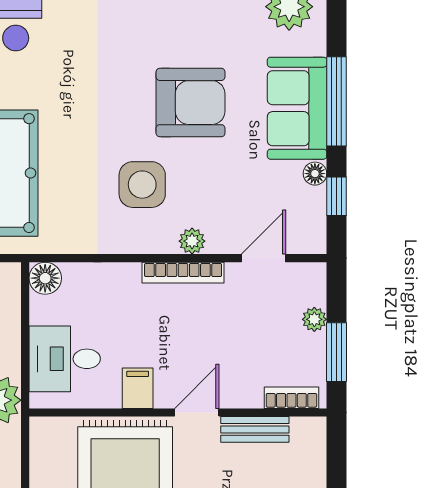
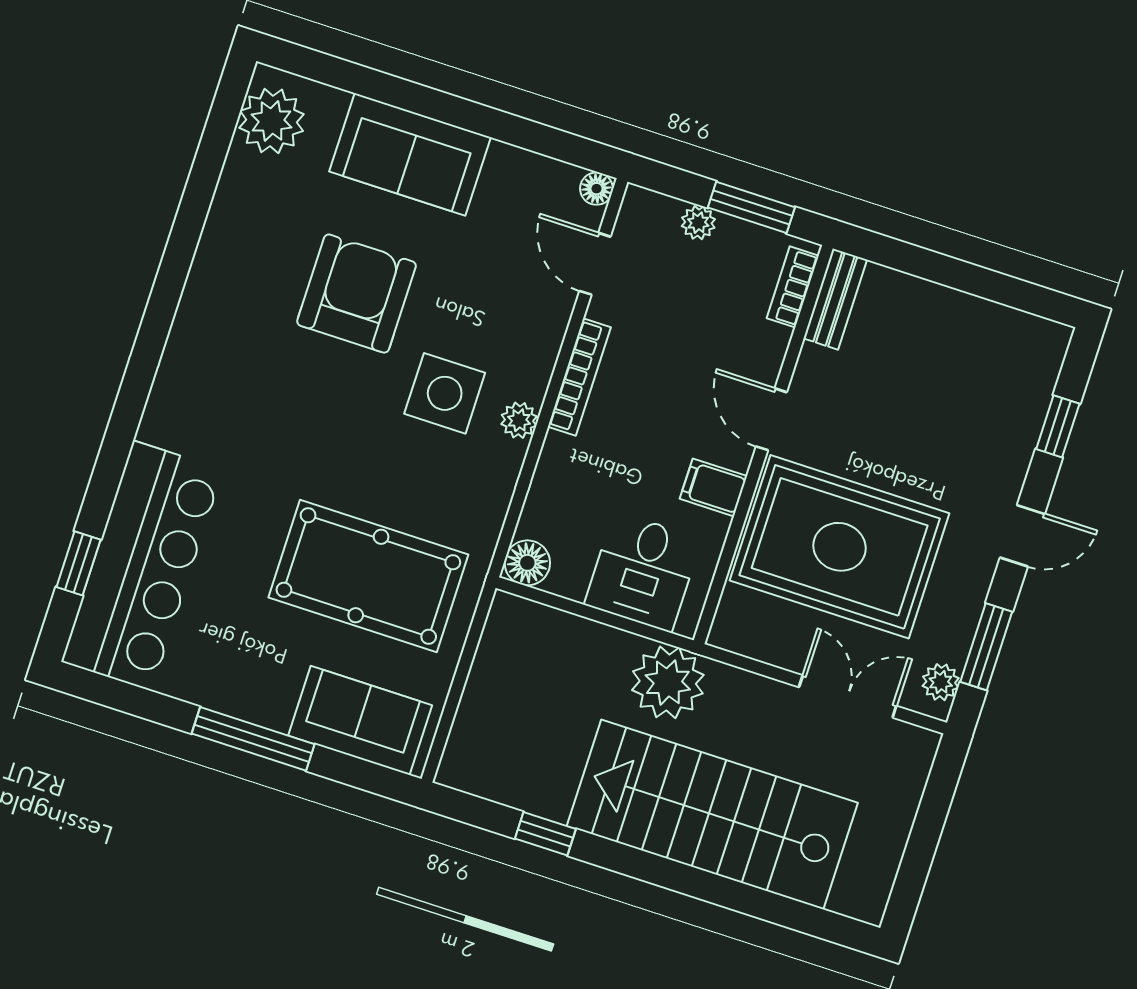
window: (336, 101) -> (418, 99), removed
floor lamp: (315, 174) -> (596, 189), moved
window: (336, 196) -> (544, 140), removed
plant: (192, 241) -> (519, 420), moved
bench: (255, 429) -> (835, 299), moved

